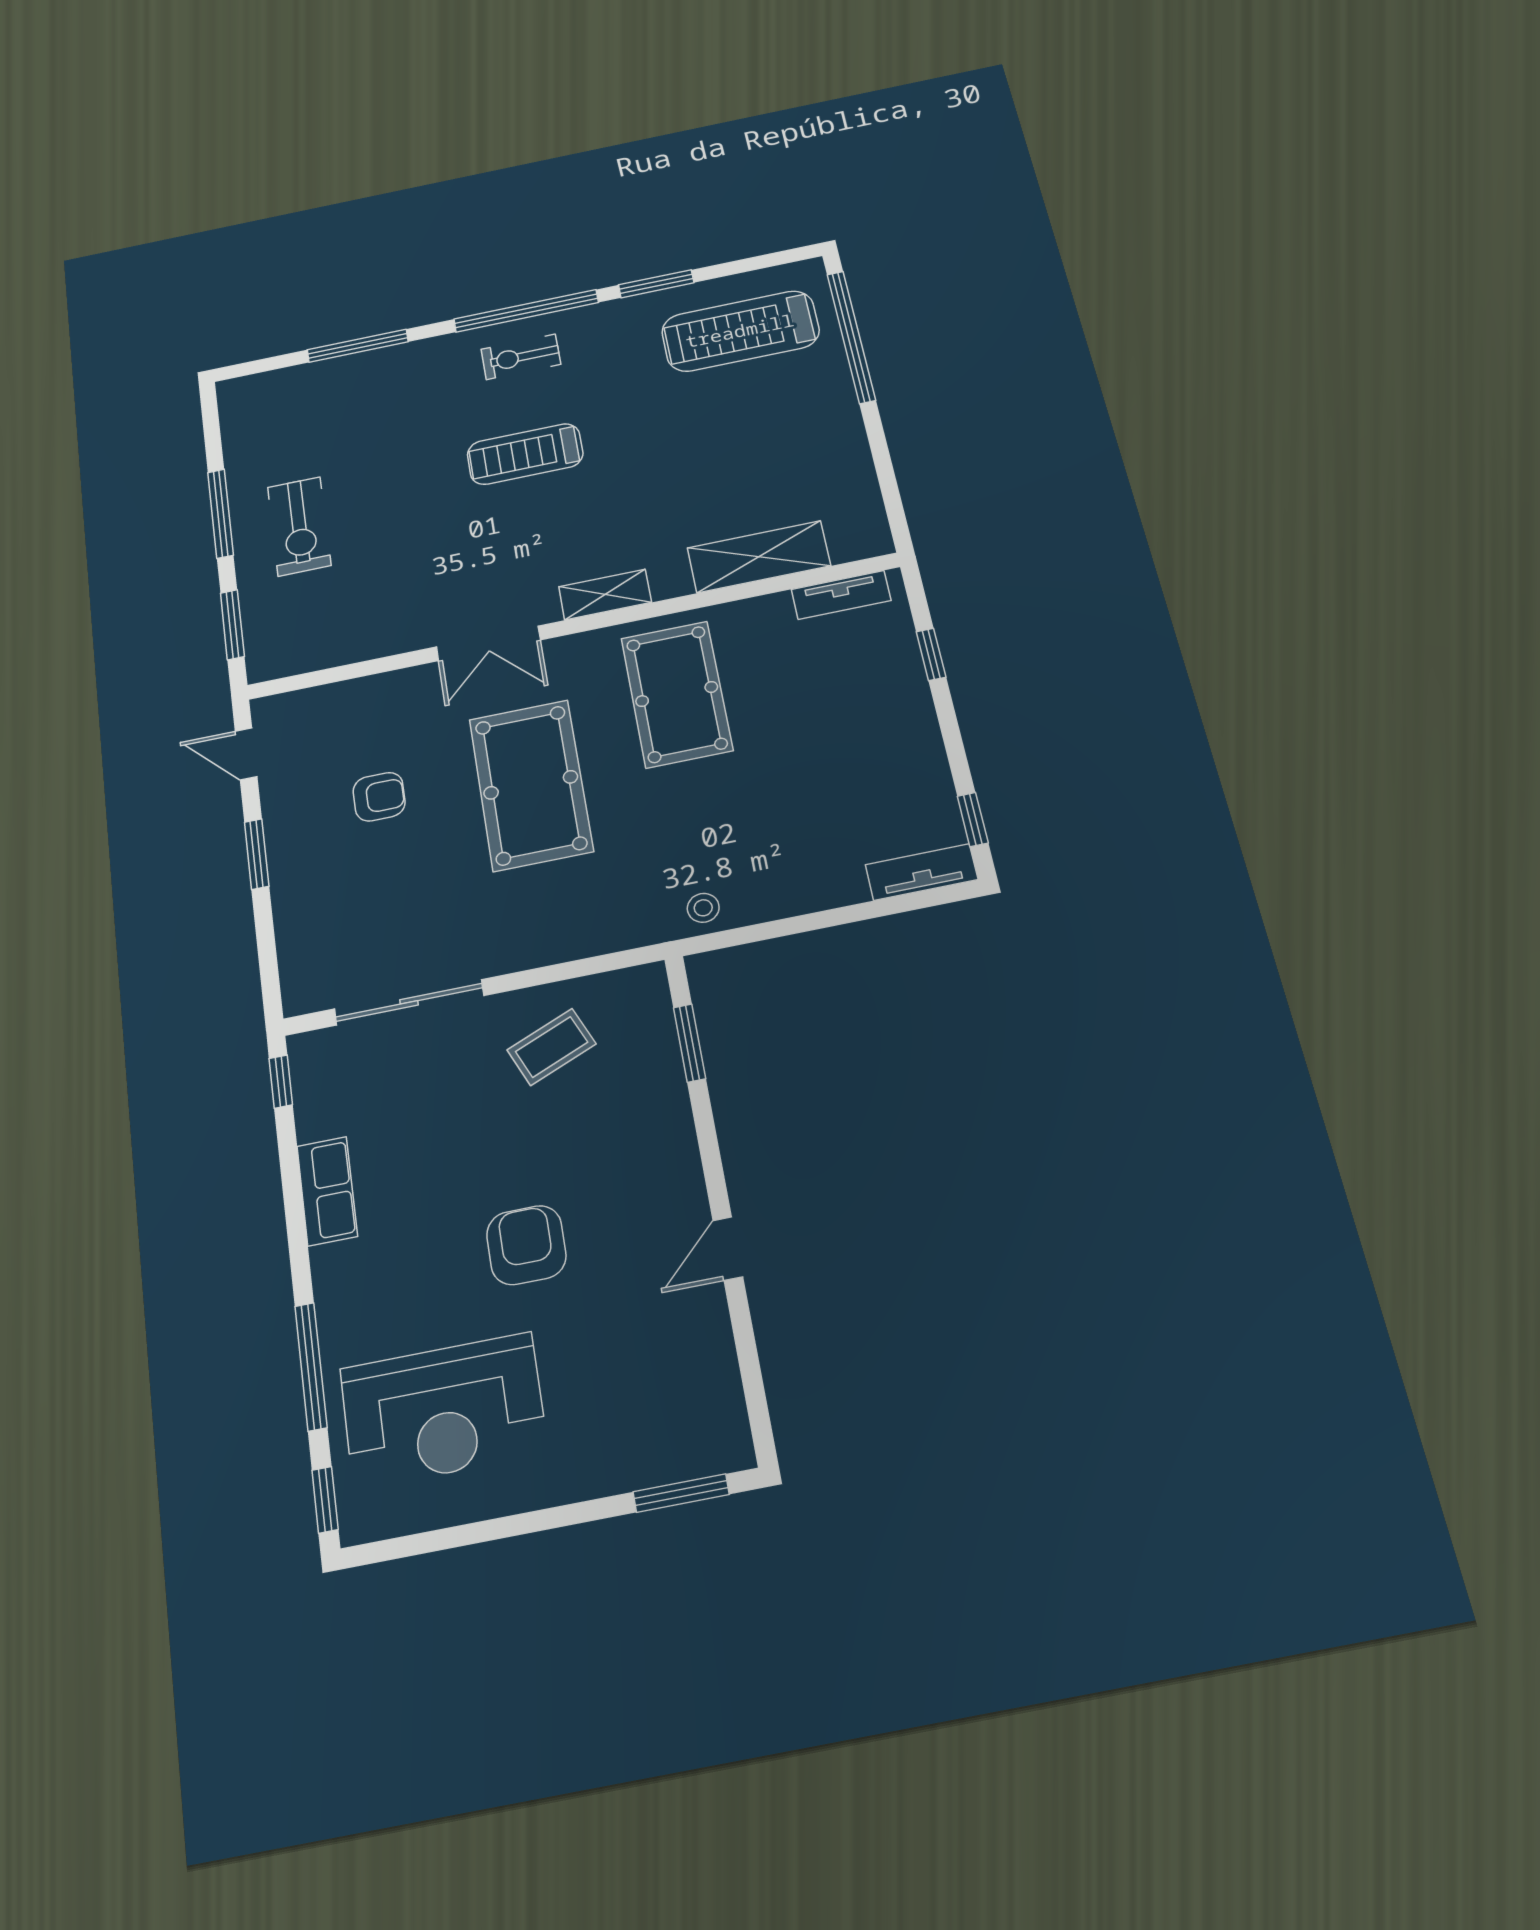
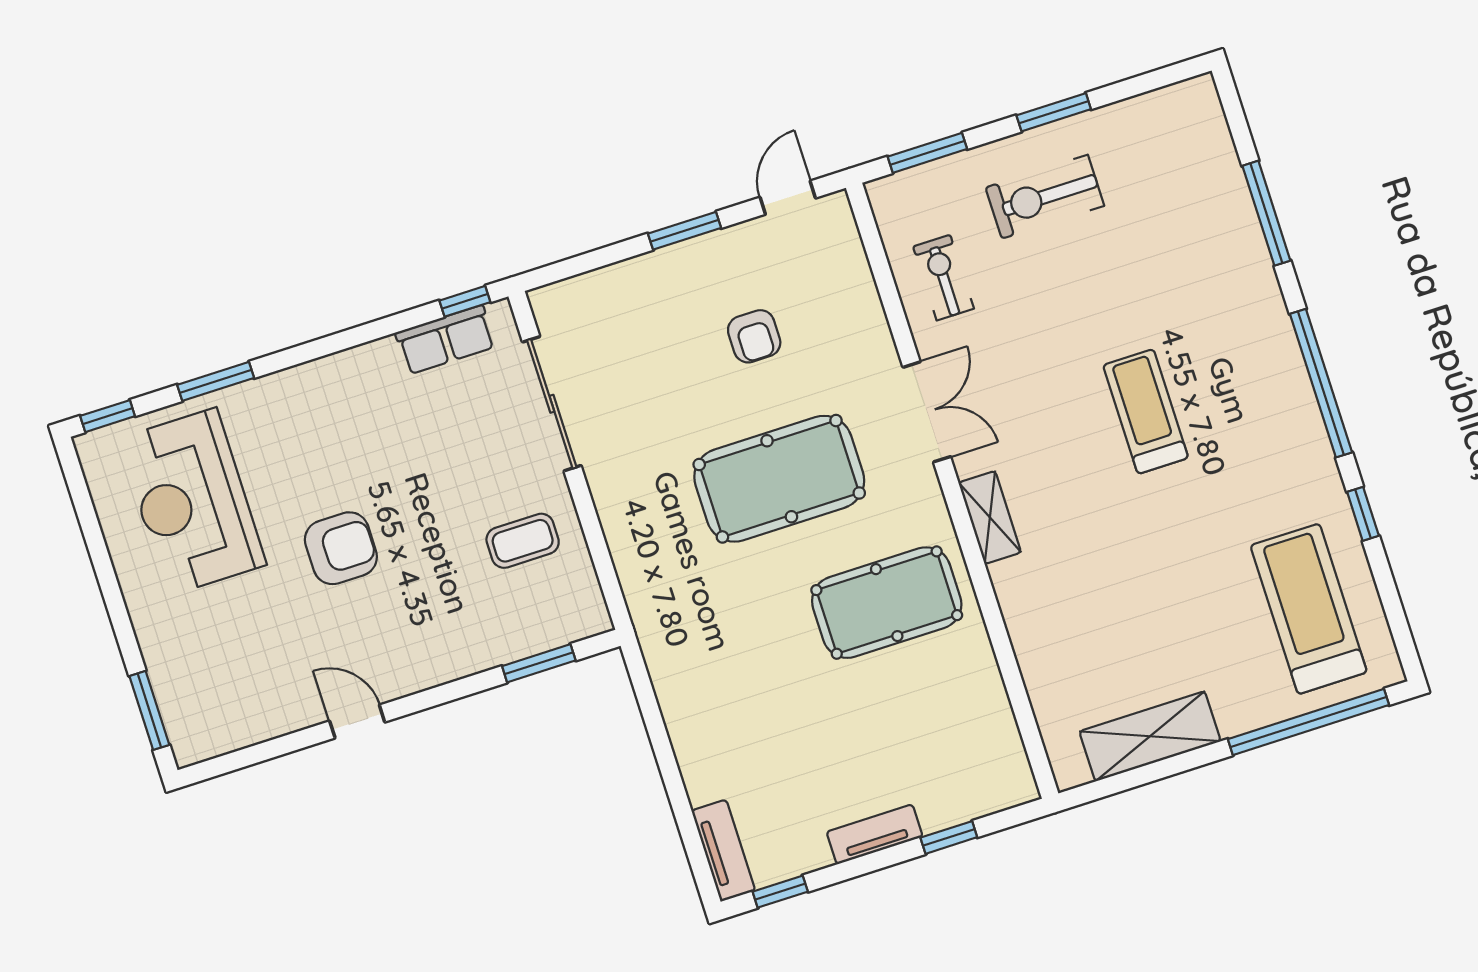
window: (656, 284) -> (1363, 514), width x0.67
exercise bike: (521, 357) -> (943, 278), moved
window: (221, 514) -> (1054, 112), width x0.69
shelving: (759, 557) -> (1150, 736), moved, turned 90
tv unit: (841, 595) -> (875, 834), moved, turned 90
double door: (488, 643) -> (927, 412), swing flipped
stool: (703, 908) -> (670, 658), removed
coffee table: (552, 1047) -> (523, 541), turned -67
row of seats: (327, 1191) -> (445, 340), moved
window: (311, 1366) -> (216, 381), width x0.69

